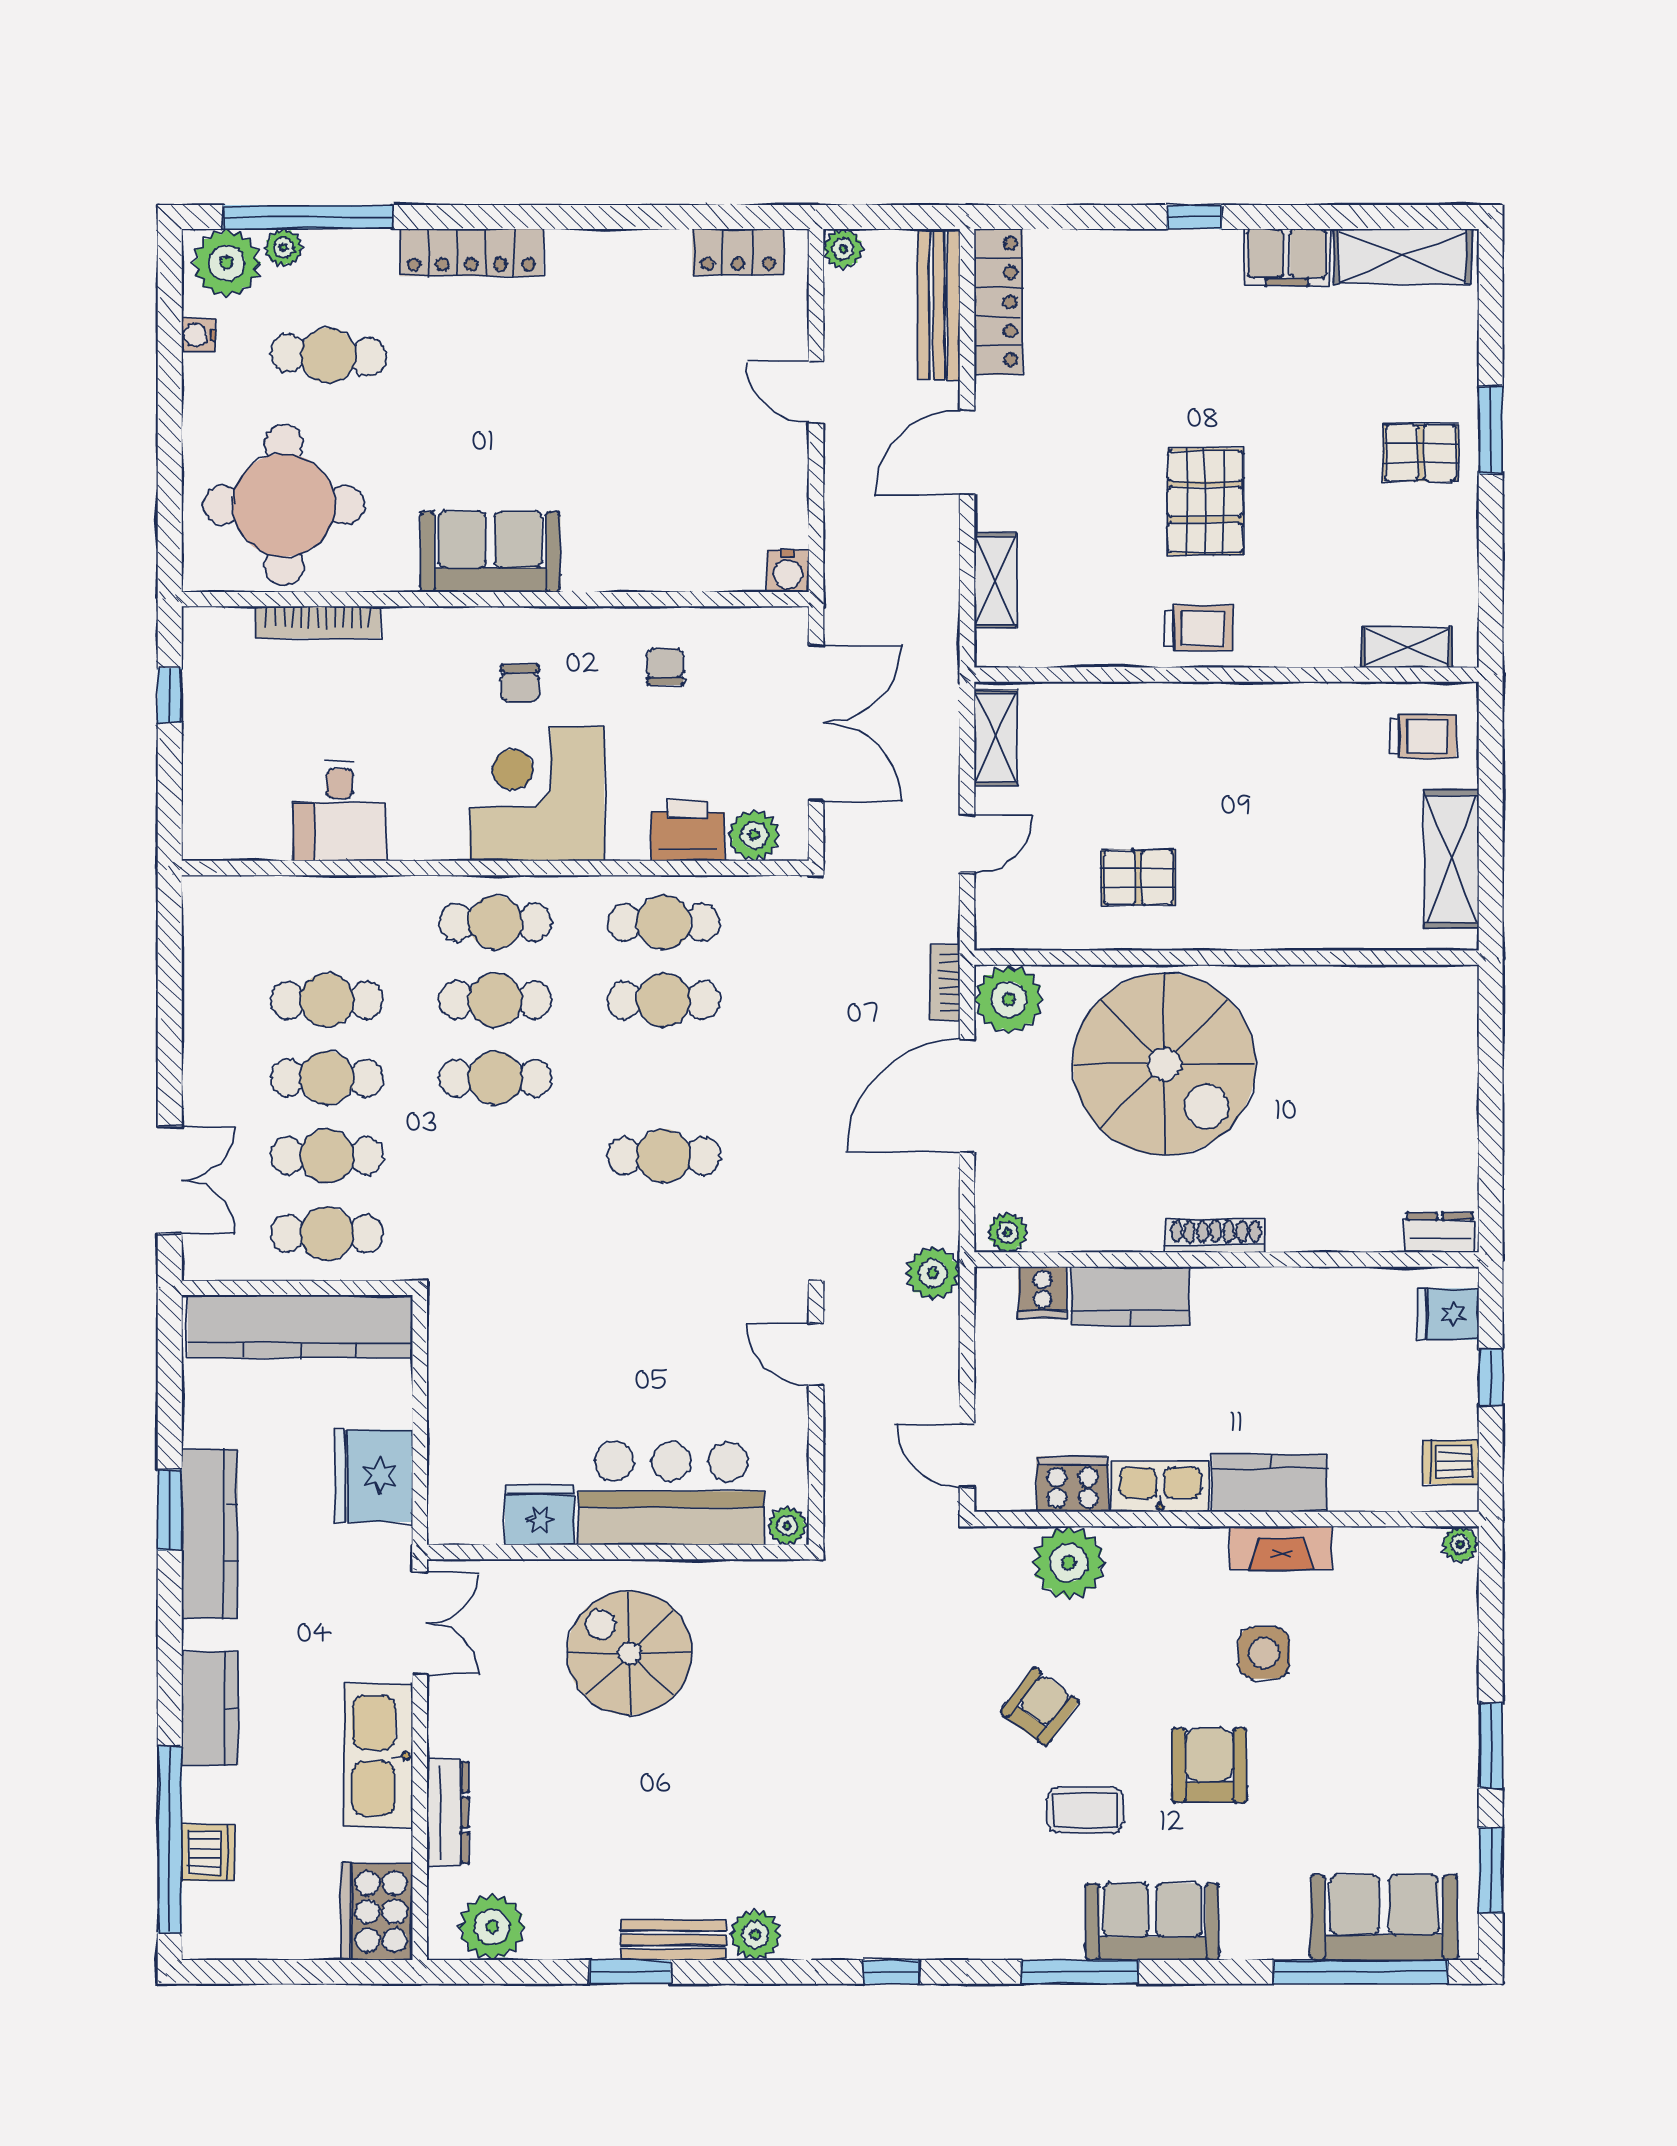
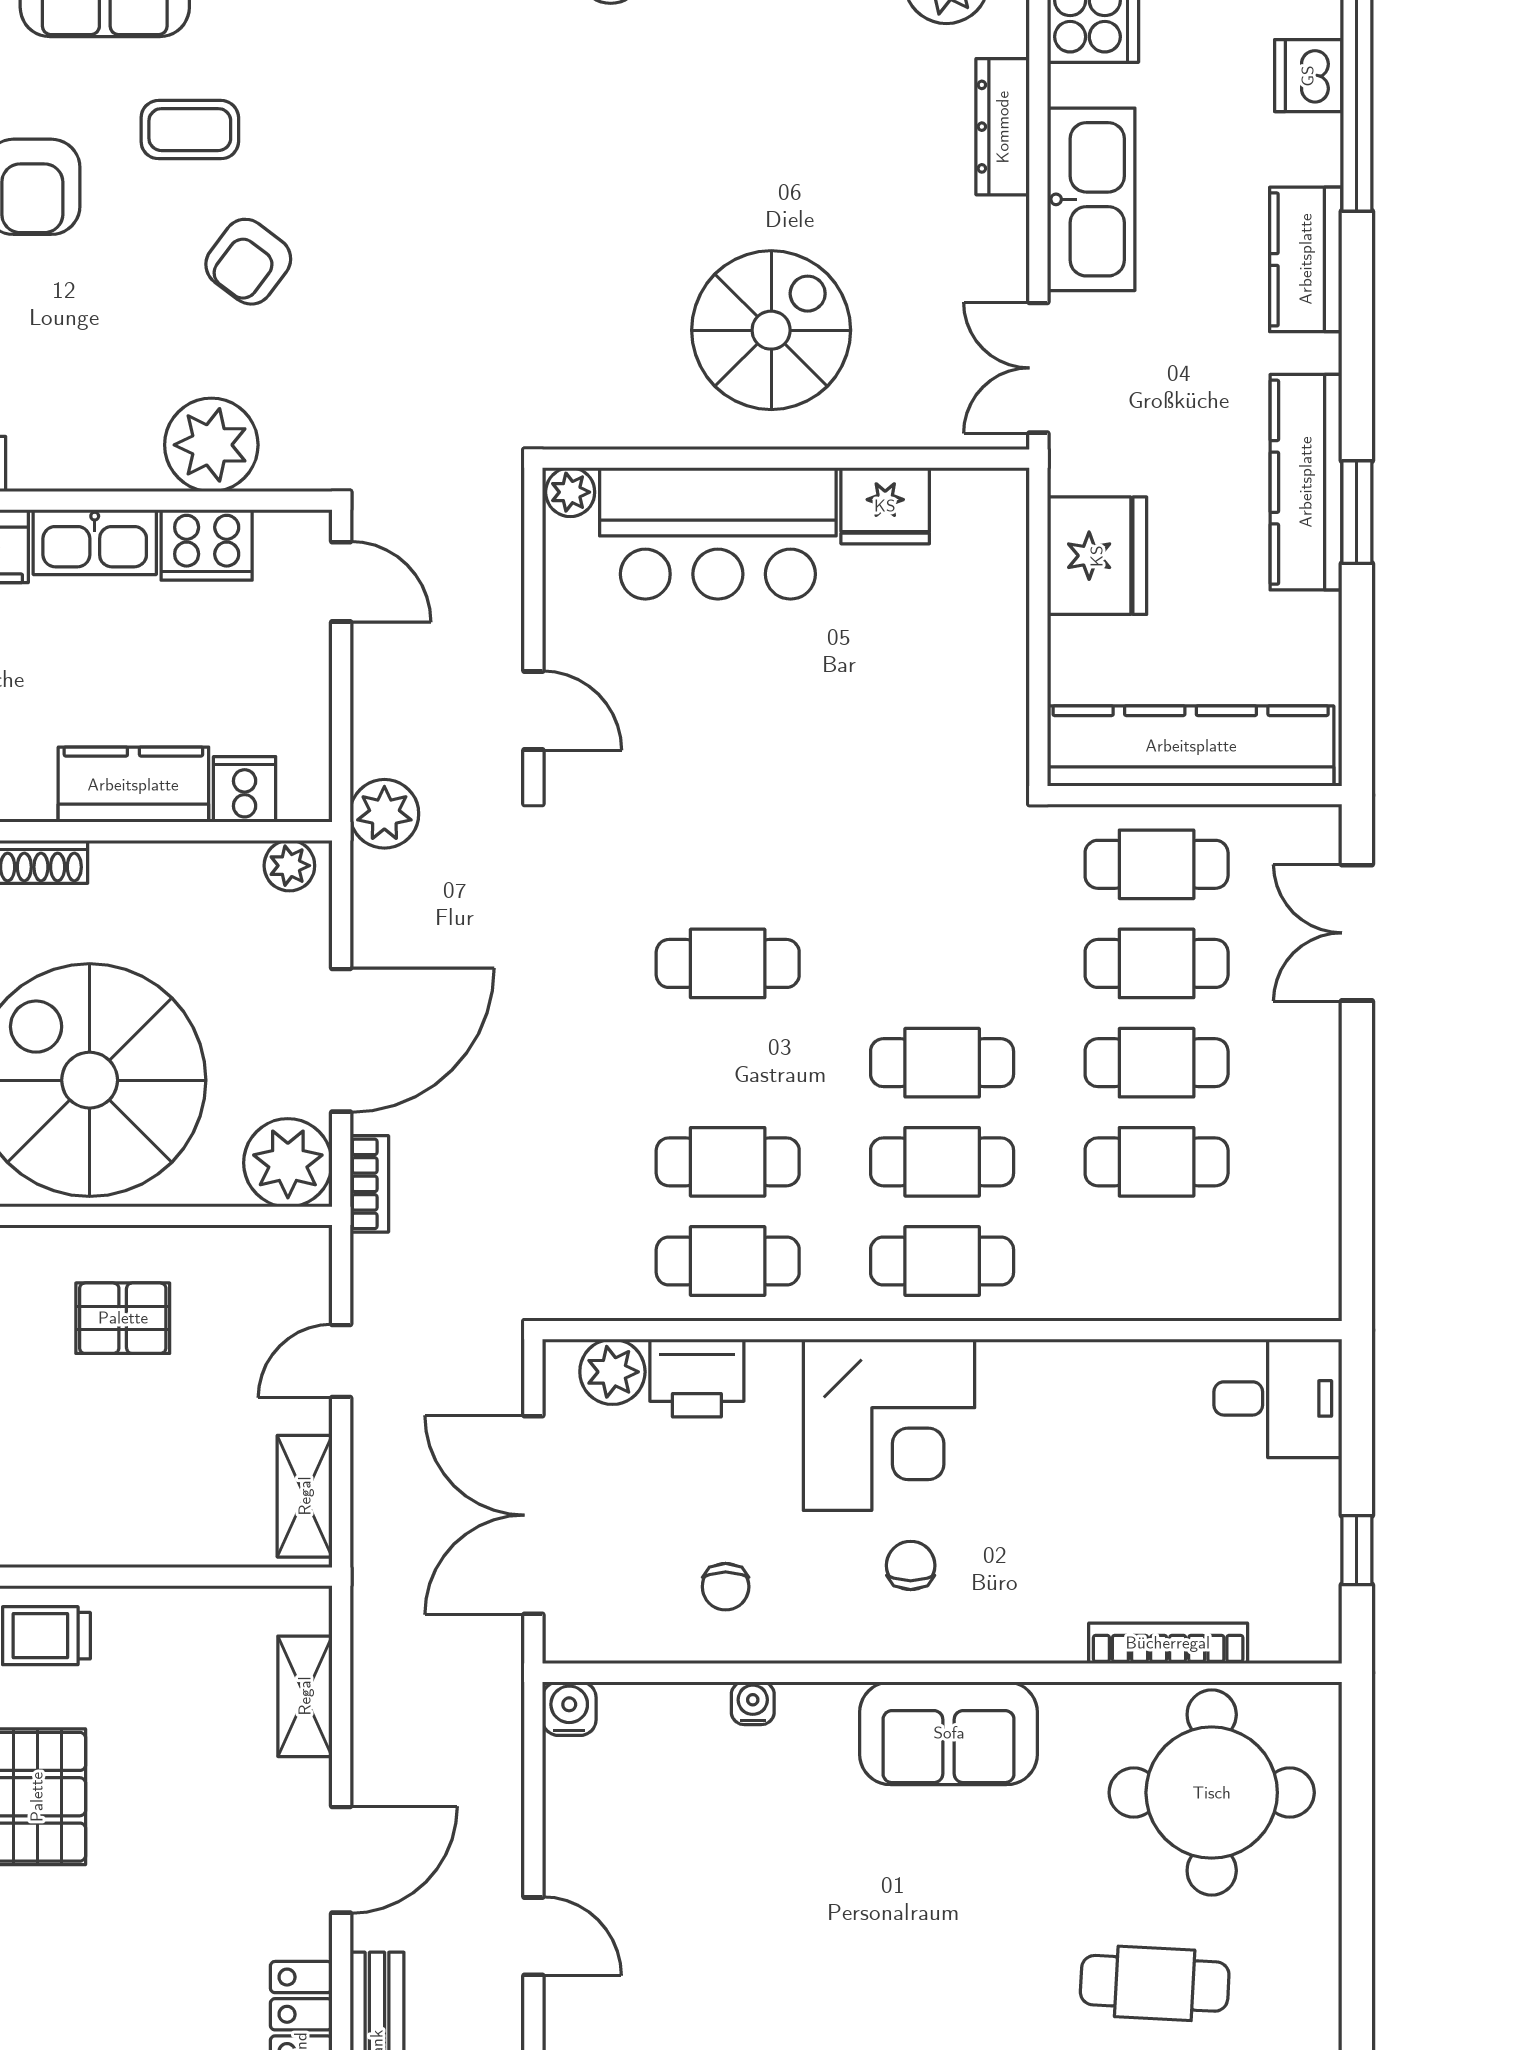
water cooler: (198, 335) -> (753, 1703), moved, turned -90
desk: (339, 811) -> (1278, 1398), moved, turned 90
spiral stairs: (629, 1653) -> (771, 330), turned -90

